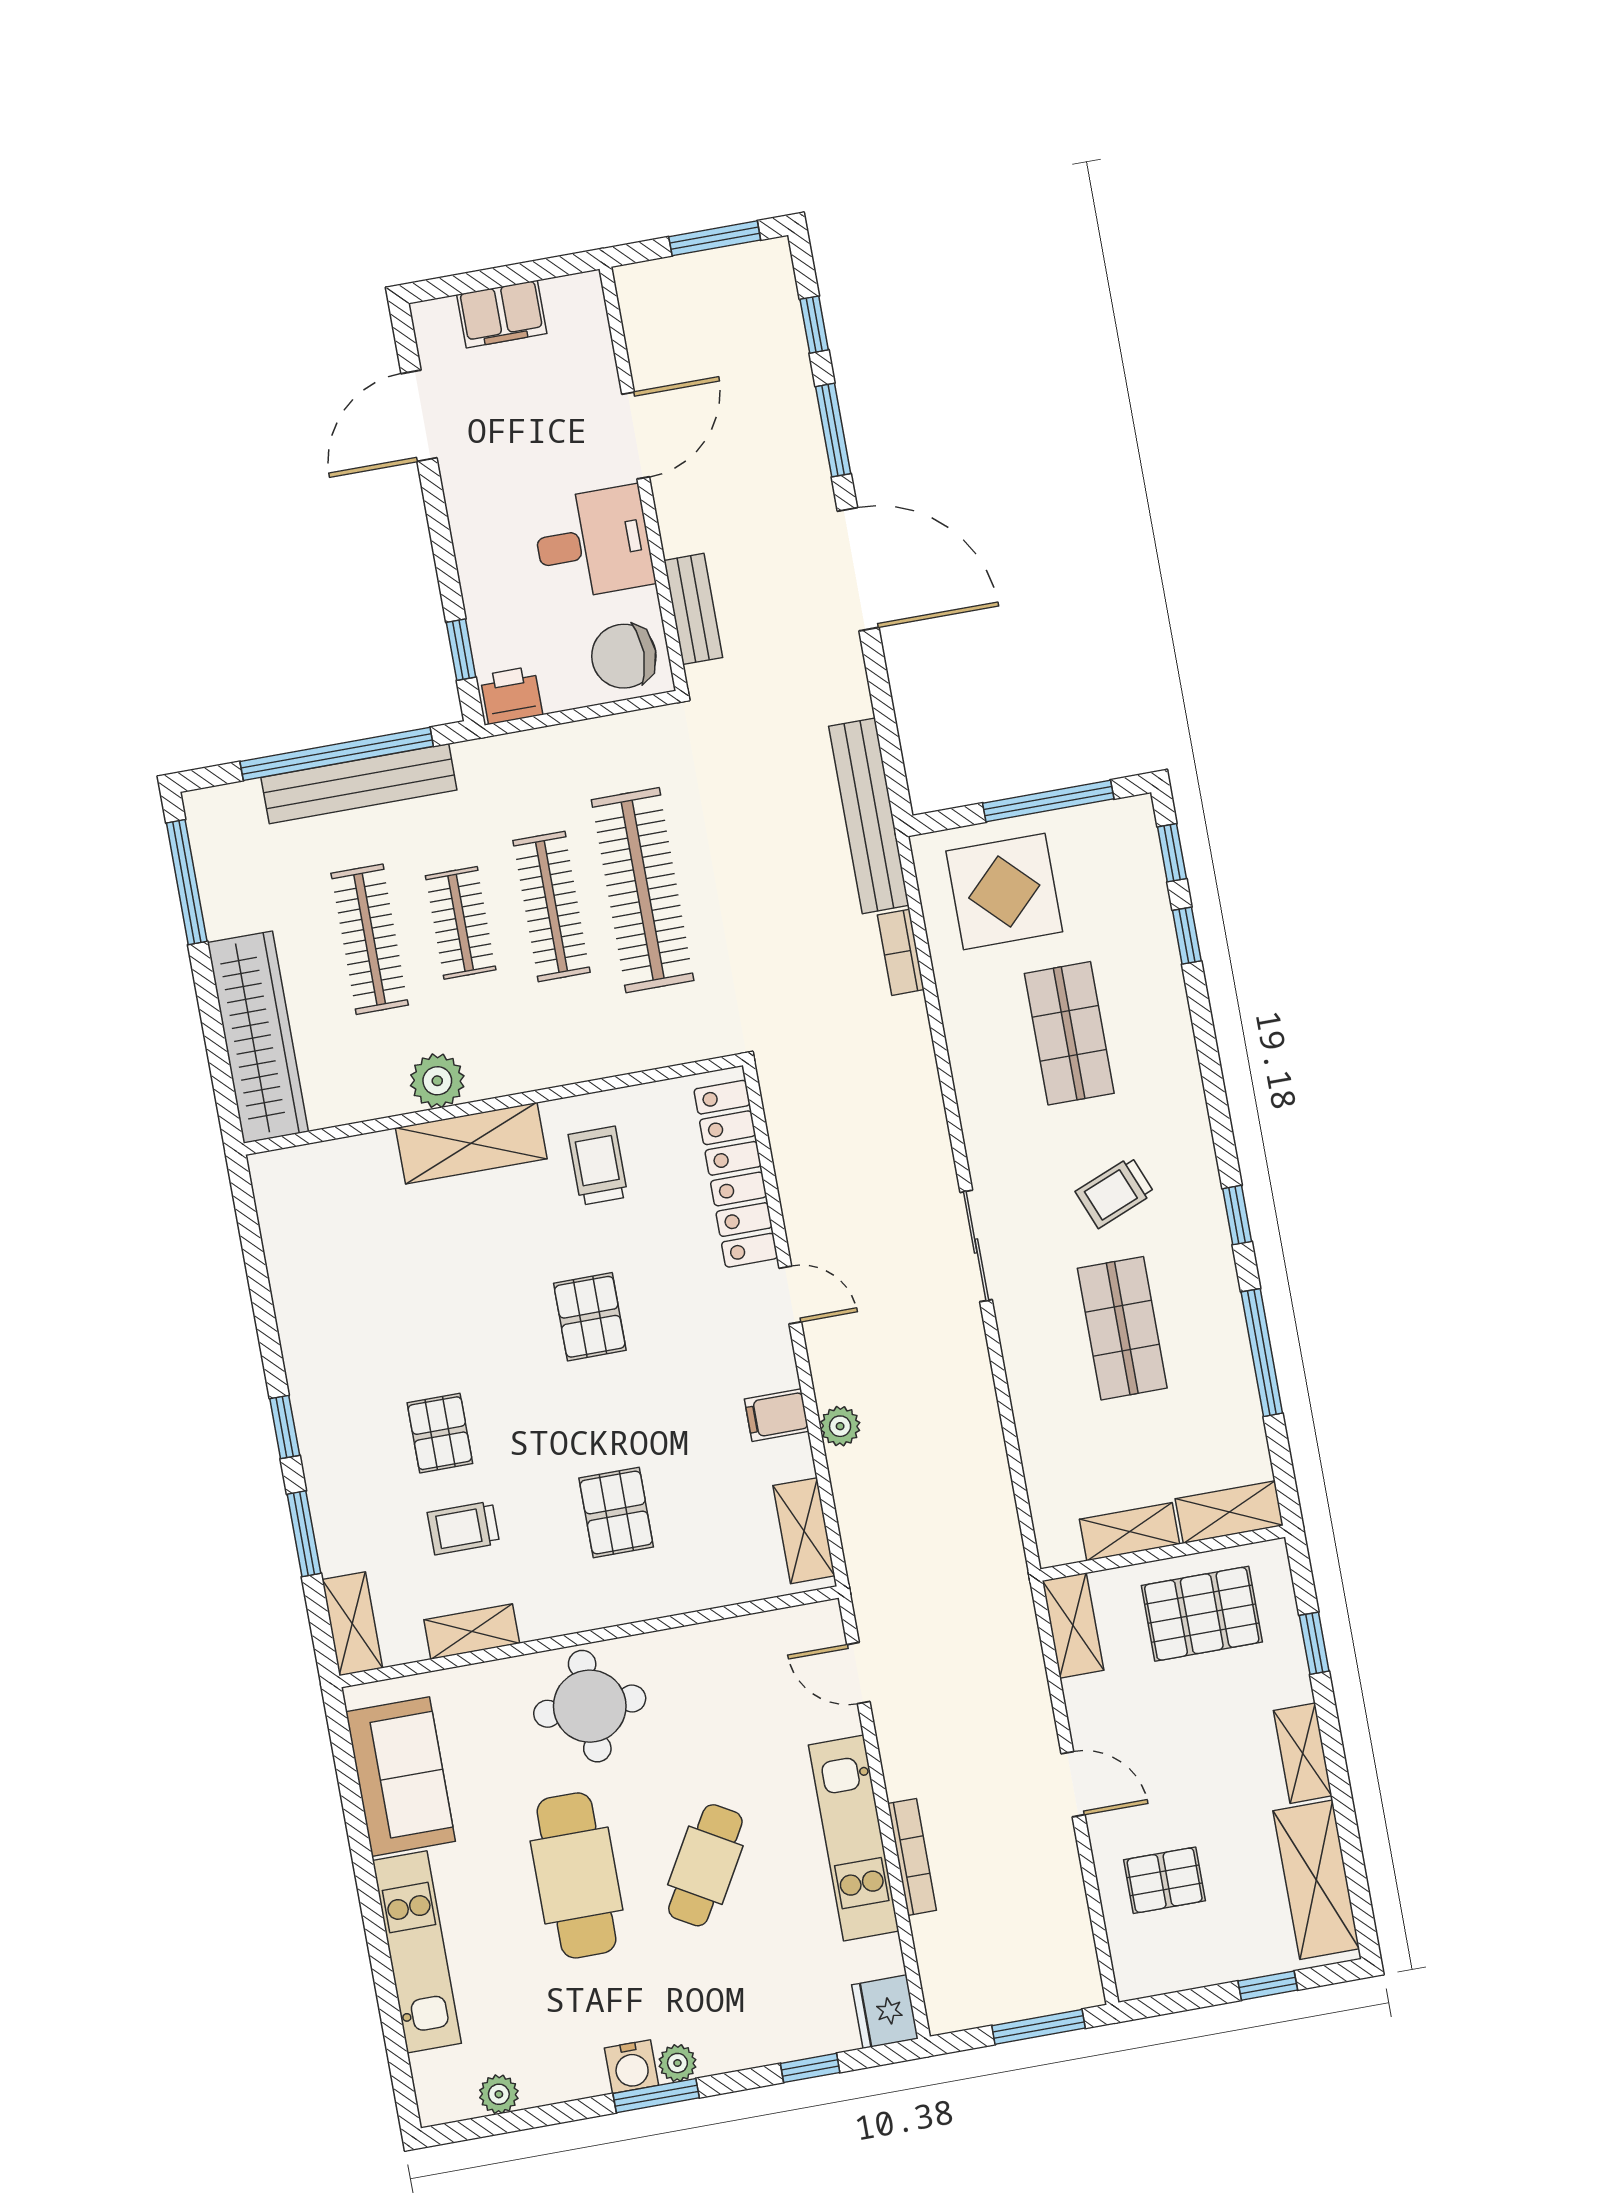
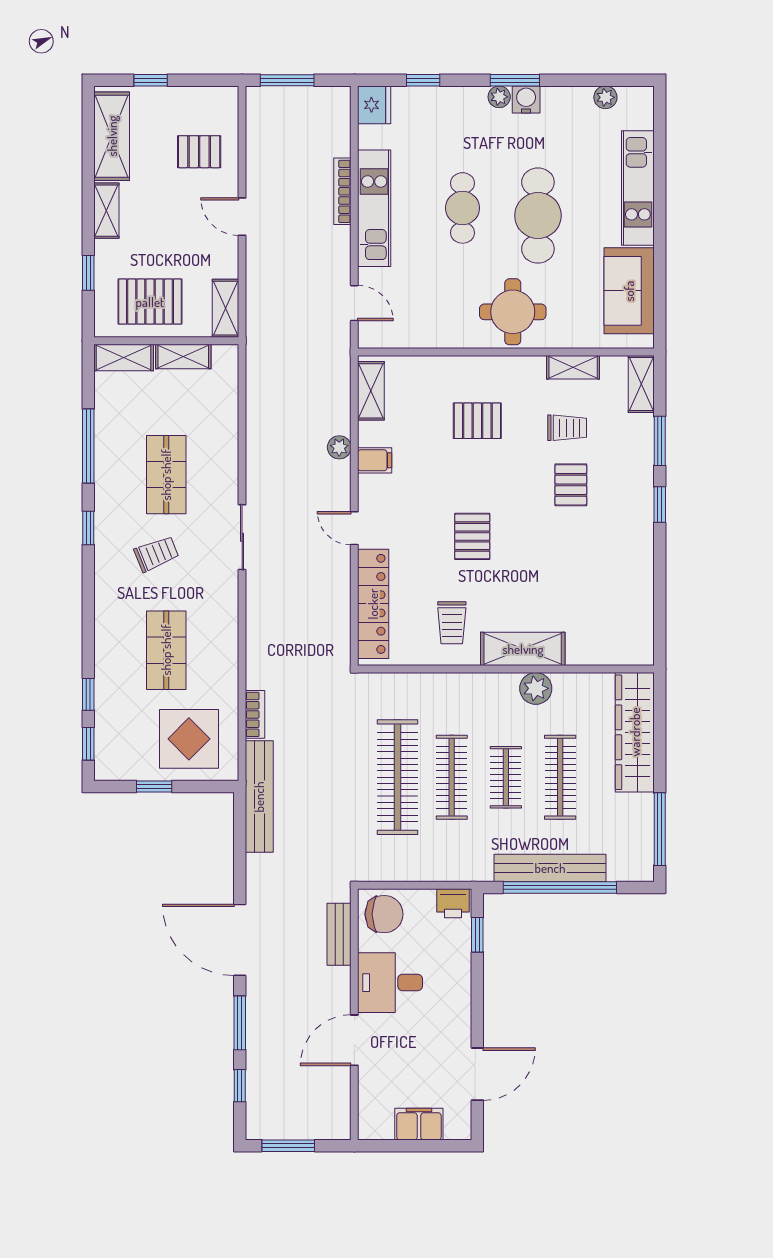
window: (1048, 801) -> (154, 786), width x0.46
pallet: (616, 1513) -> (477, 421), turned 90
cafe table: (705, 1865) -> (463, 208), turned -30

